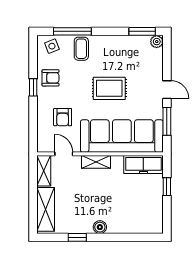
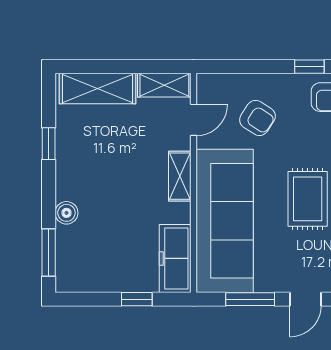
armchair: (63, 117) -> (257, 118), turned -147
boiler: (100, 227) -> (66, 213), moved
window: (140, 237) -> (49, 253), added

